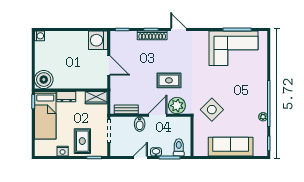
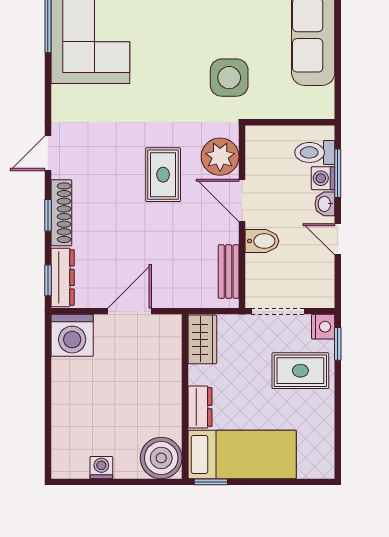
washing machine: (39, 36) -> (101, 468), moved
dresser: (124, 36) -> (63, 277), added
side table: (212, 110) -> (229, 78), turned 45
nightstand: (63, 151) -> (323, 327), moved
washing machine: (167, 151) -> (323, 178), added

